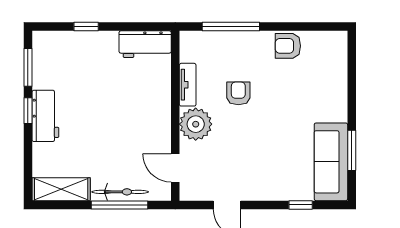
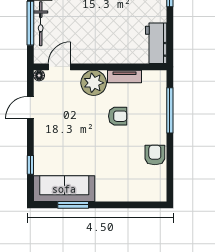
floor lamp: (186, 194) -> (39, 76), added

